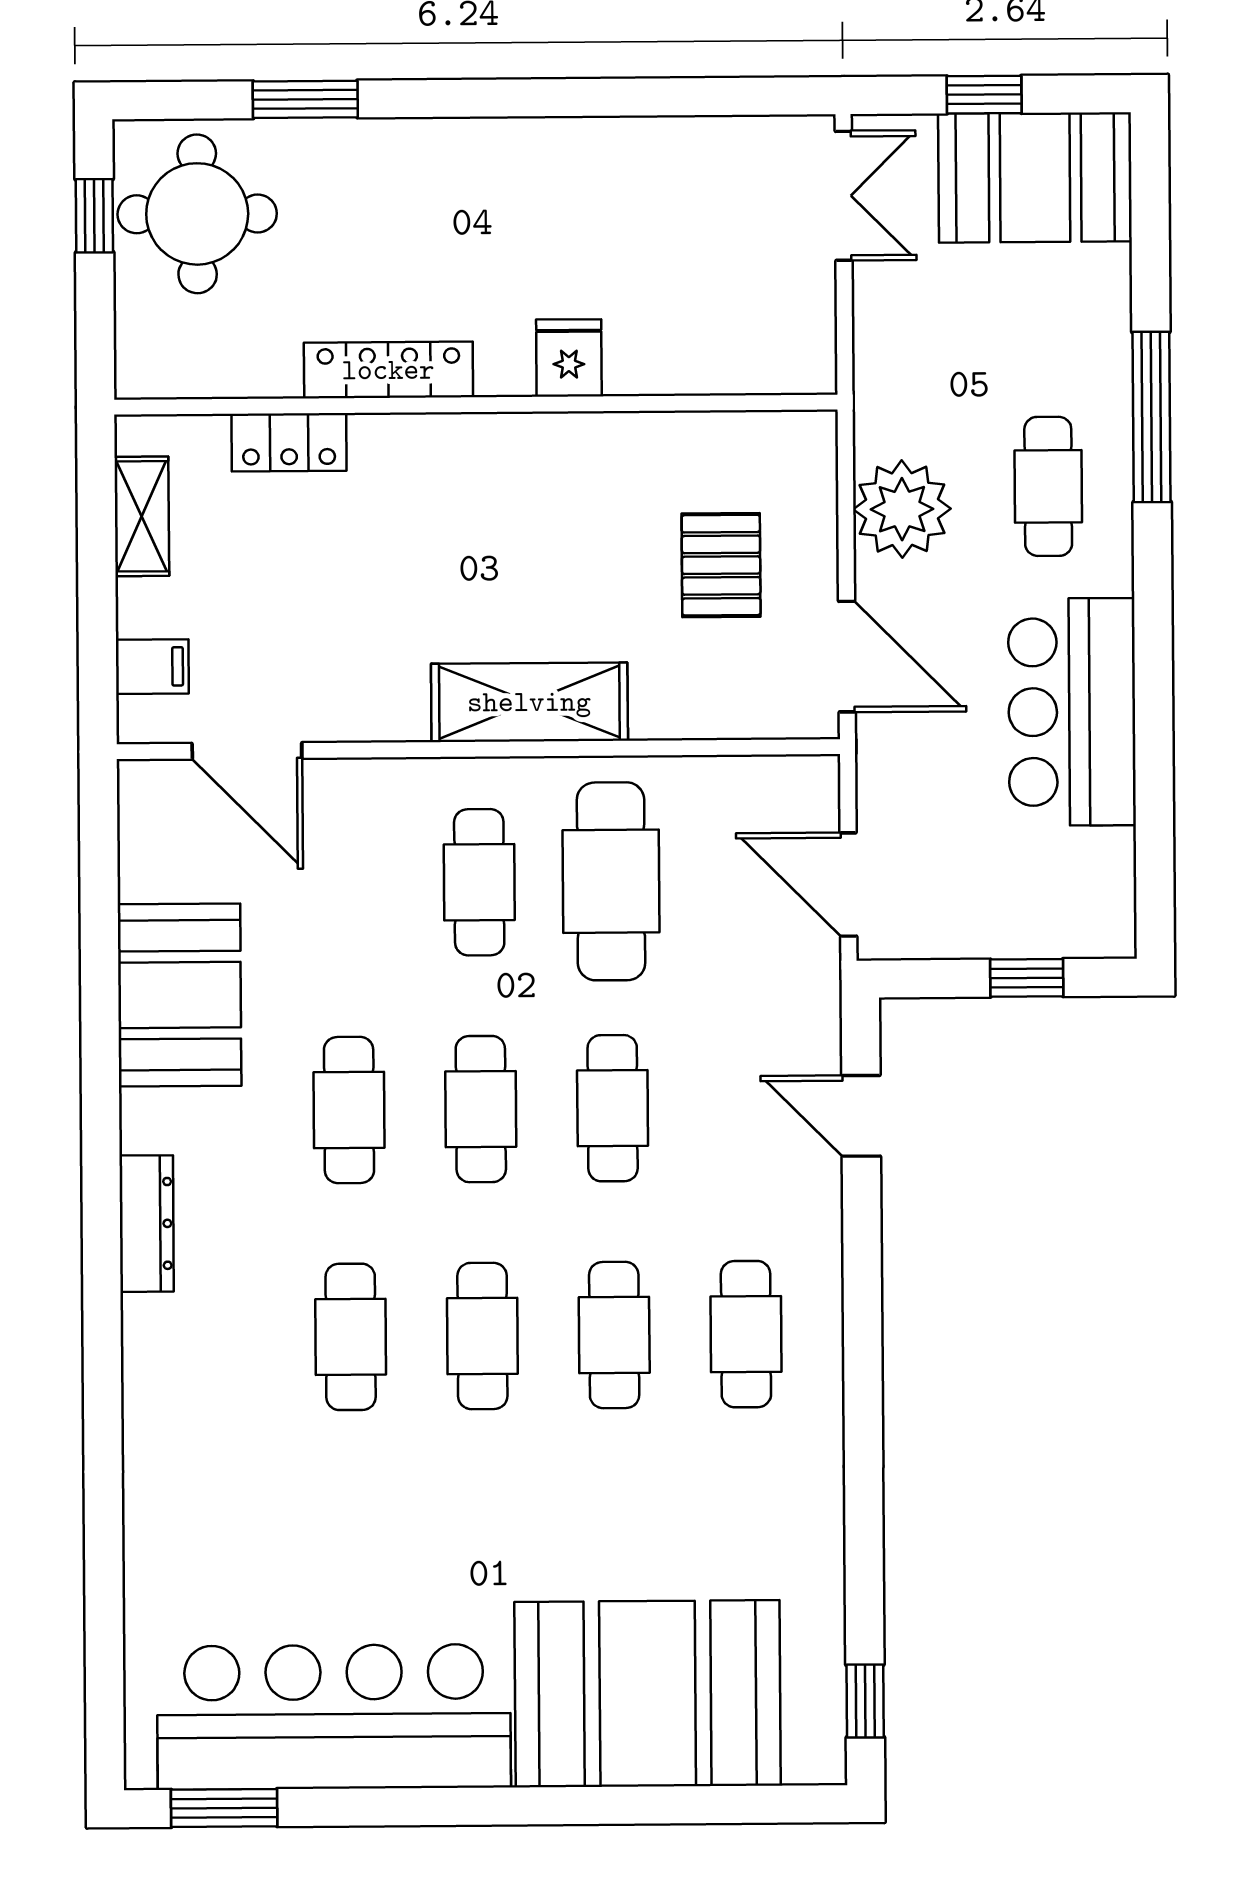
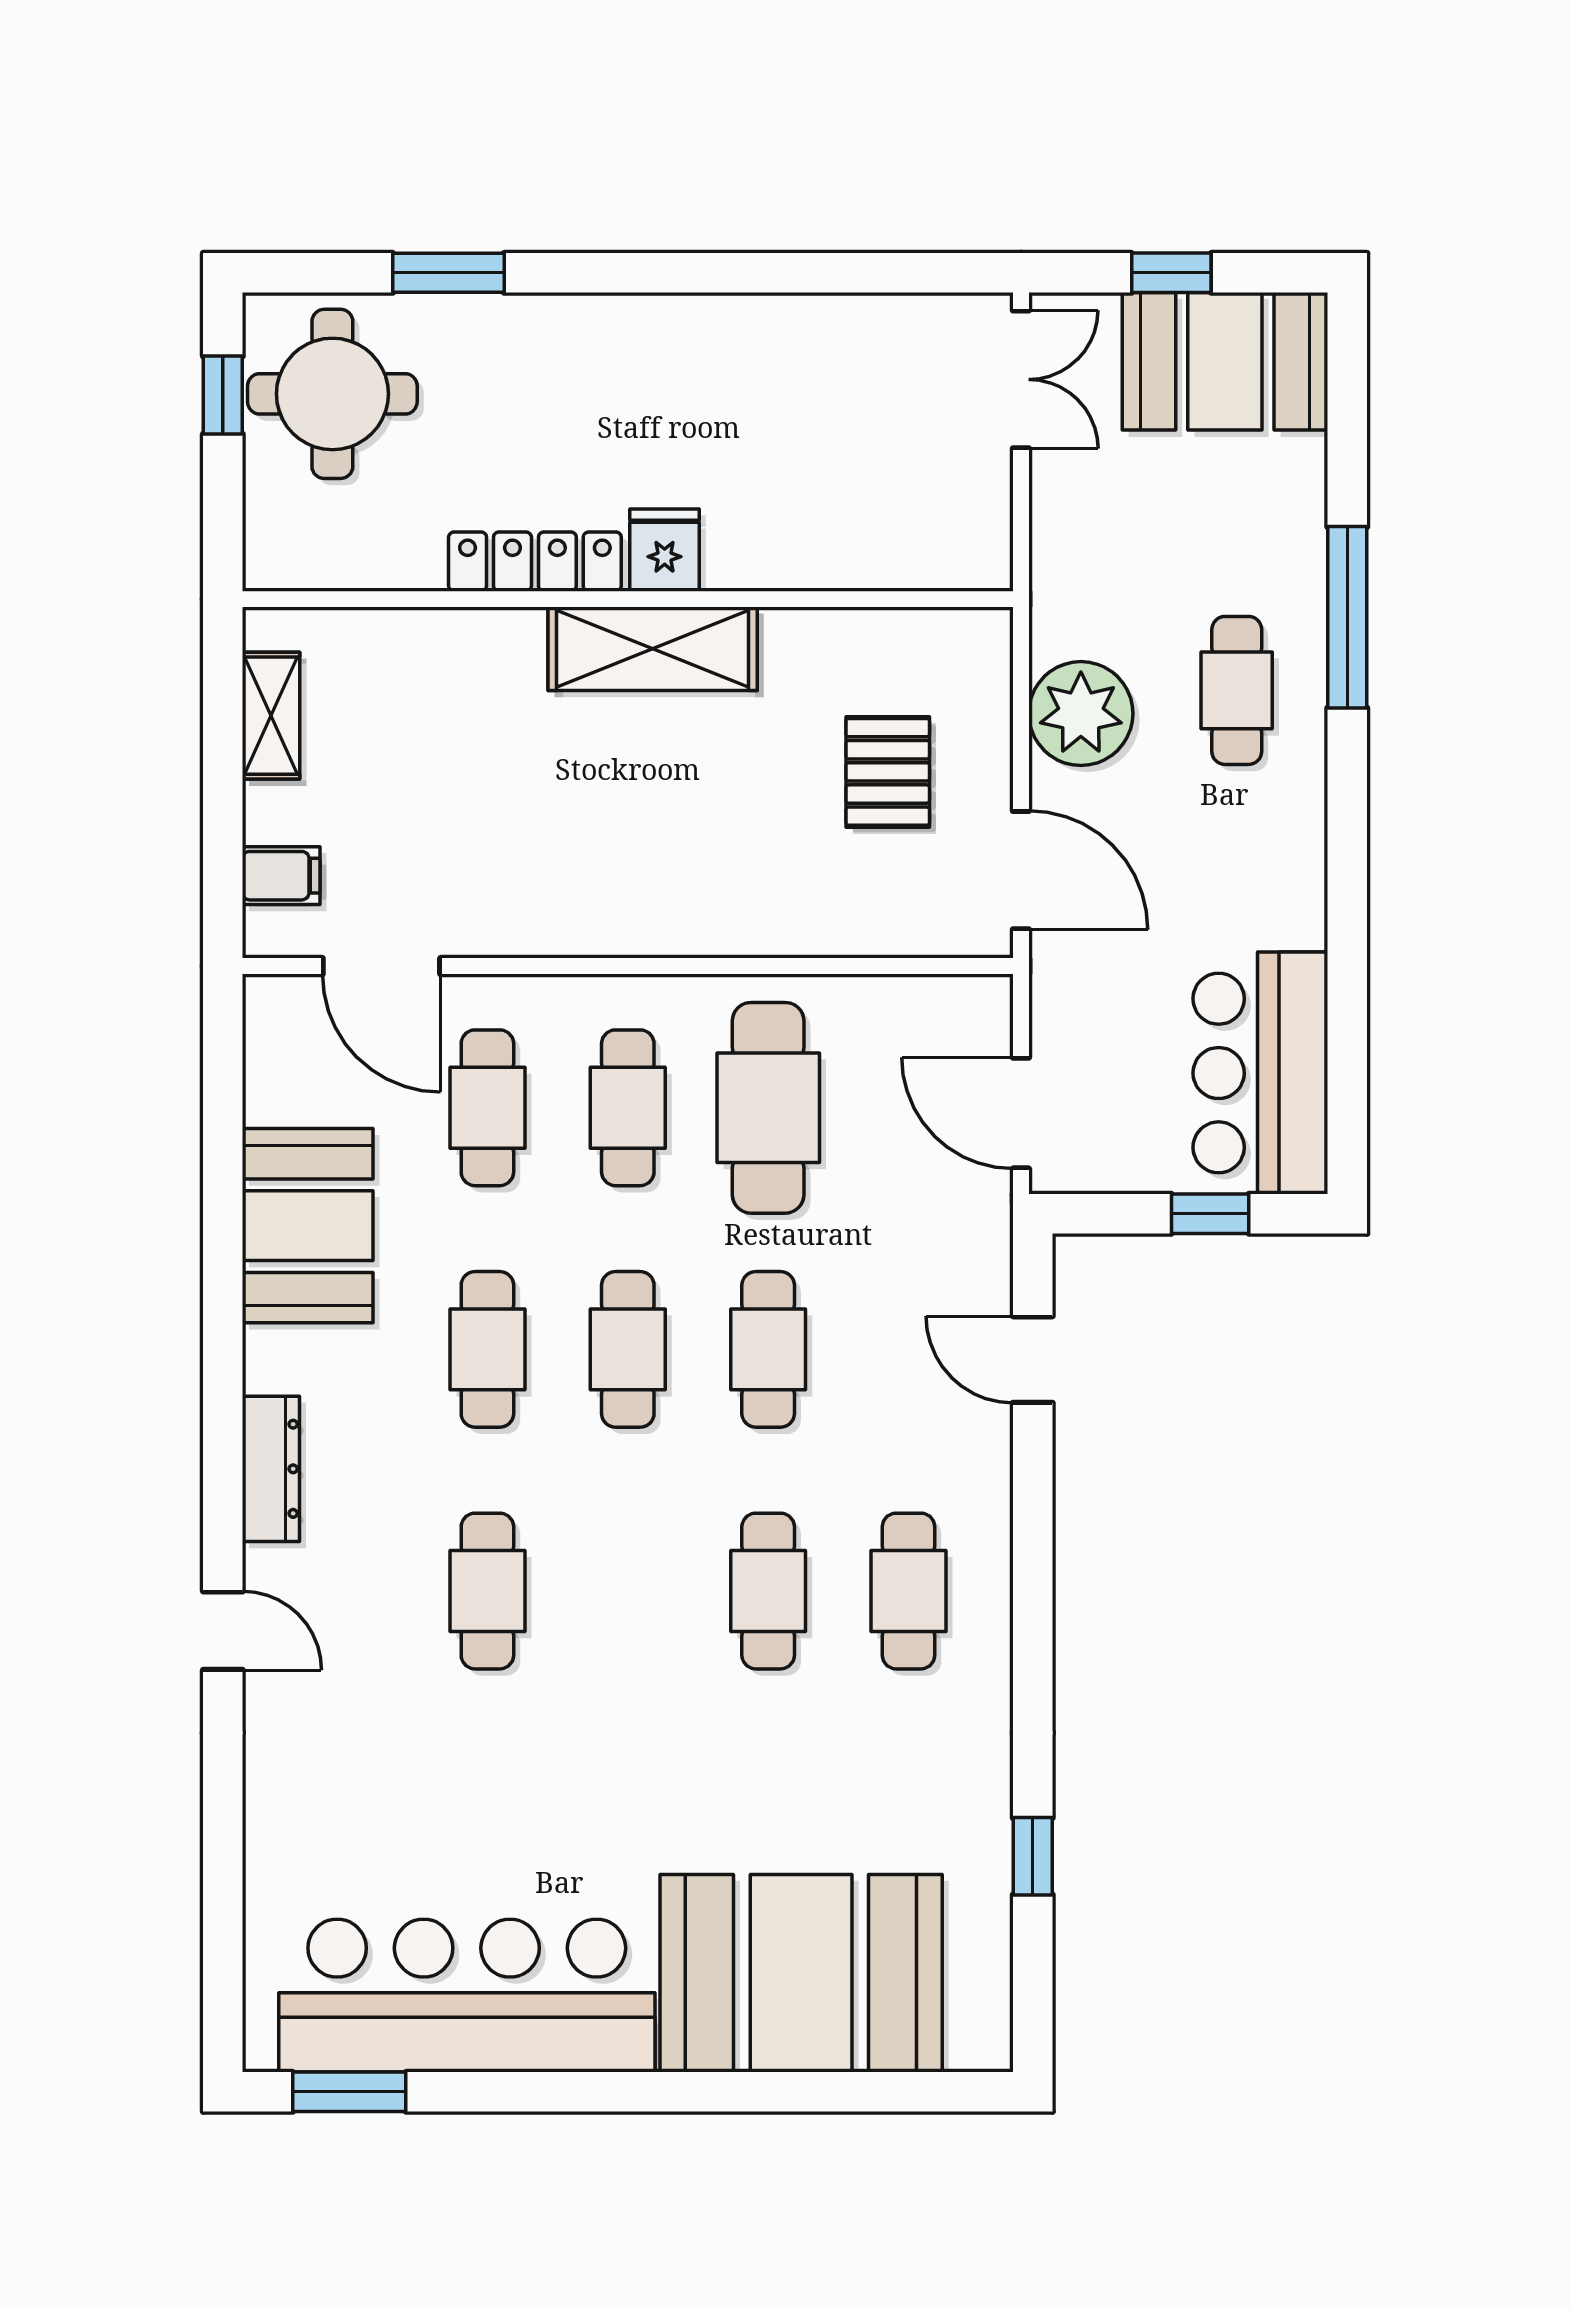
fridge: (569, 358) -> (665, 550), moved
locker: (289, 442) -> (428, 638), removed
shelving: (529, 702) -> (653, 649), moved
bar counter: (1072, 712) -> (1260, 1073), moved
cafe table: (482, 1336) -> (487, 1108), moved
door: (102, 1376) -> (223, 1631), added
window: (865, 1701) -> (1033, 1856), moved

